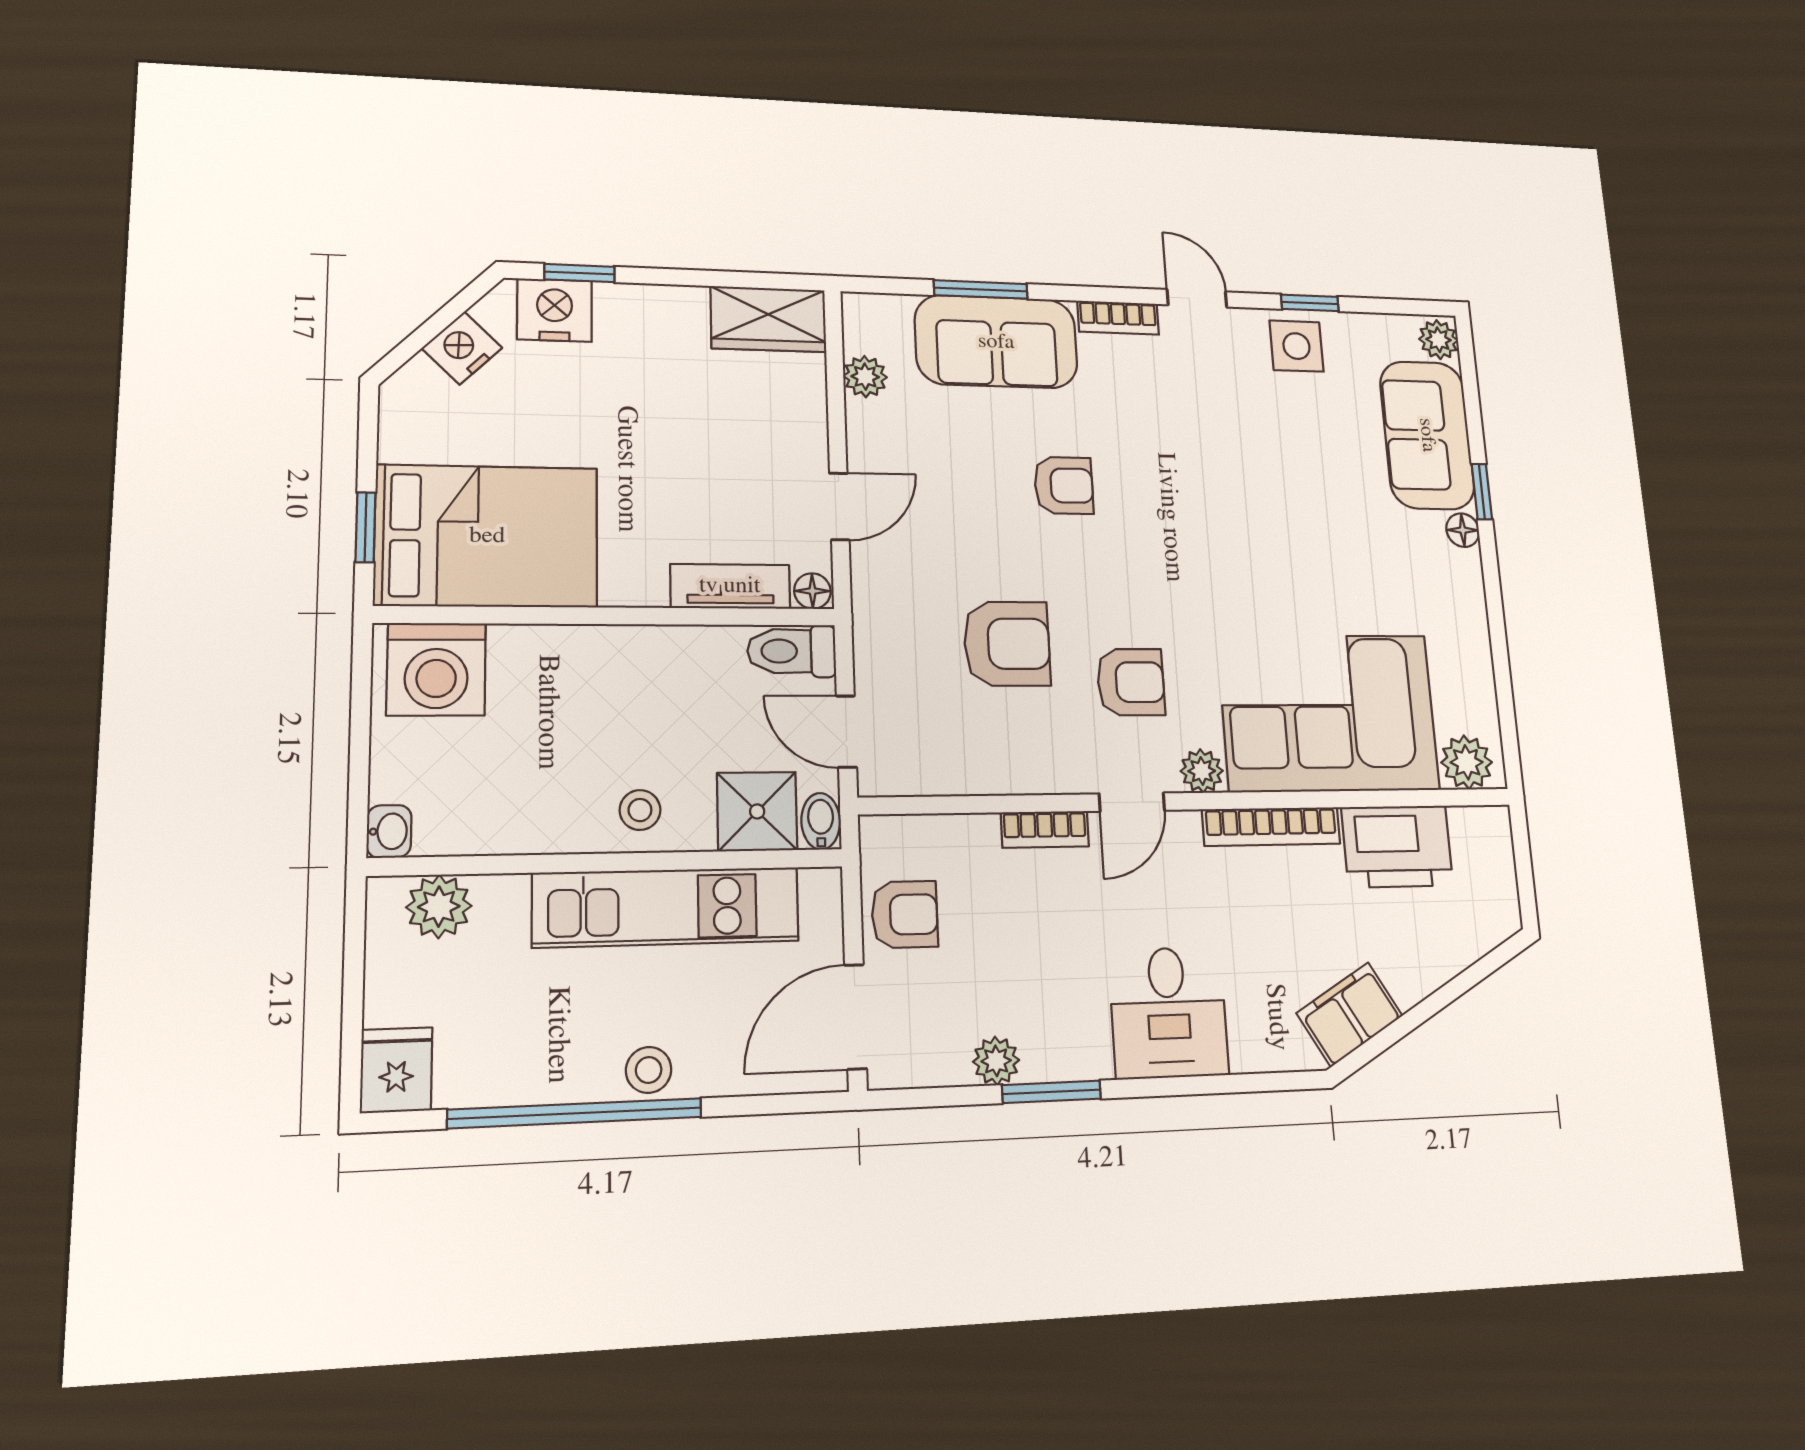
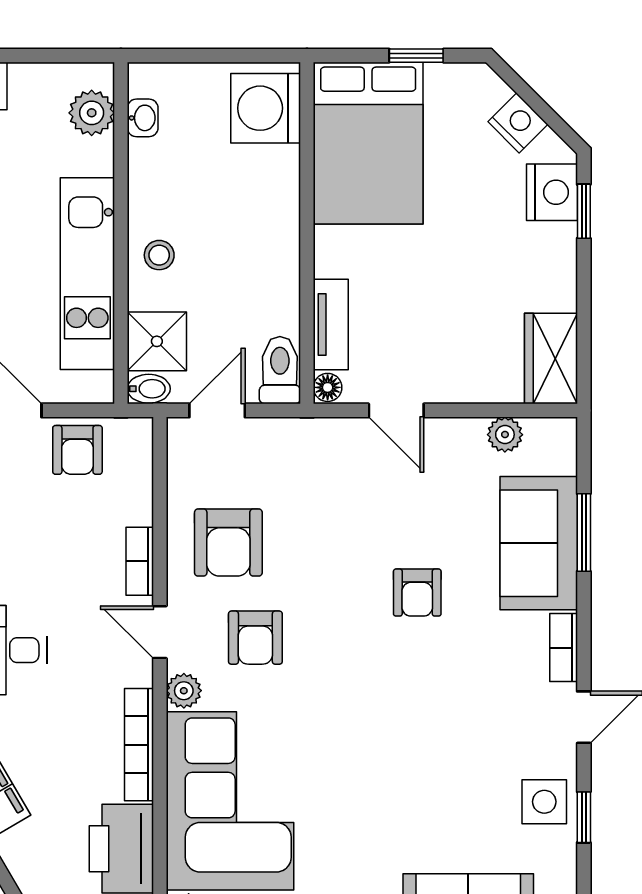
window: (365, 527) -> (416, 56), moved
armchair: (1007, 644) -> (228, 543), moved
washbasin: (389, 831) -> (143, 118), moved, turned -90

